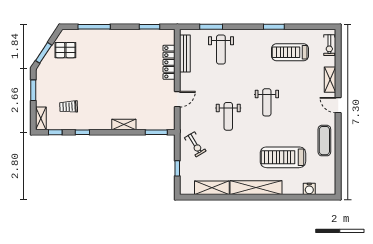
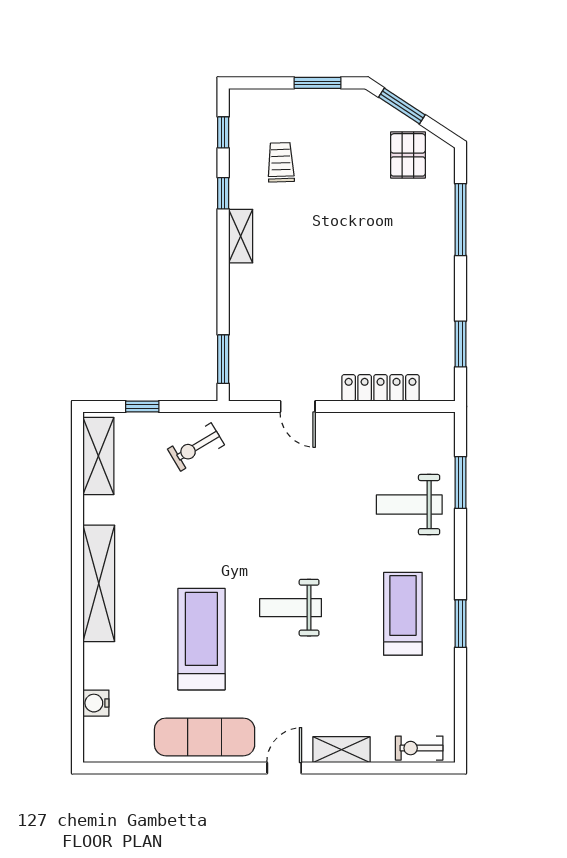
treadmill: (290, 52) -> (403, 614), moved
bench: (185, 54) -> (400, 424), removed
weight bench: (228, 116) -> (259, 521), removed
shelving: (41, 118) -> (254, 100), removed
shelving: (124, 125) -> (241, 236), moved
exercise mat: (324, 141) -> (205, 737), width x1.36, depth x1.45
treadmill: (283, 157) -> (201, 639), moved
shelving: (212, 188) -> (98, 456), moved

